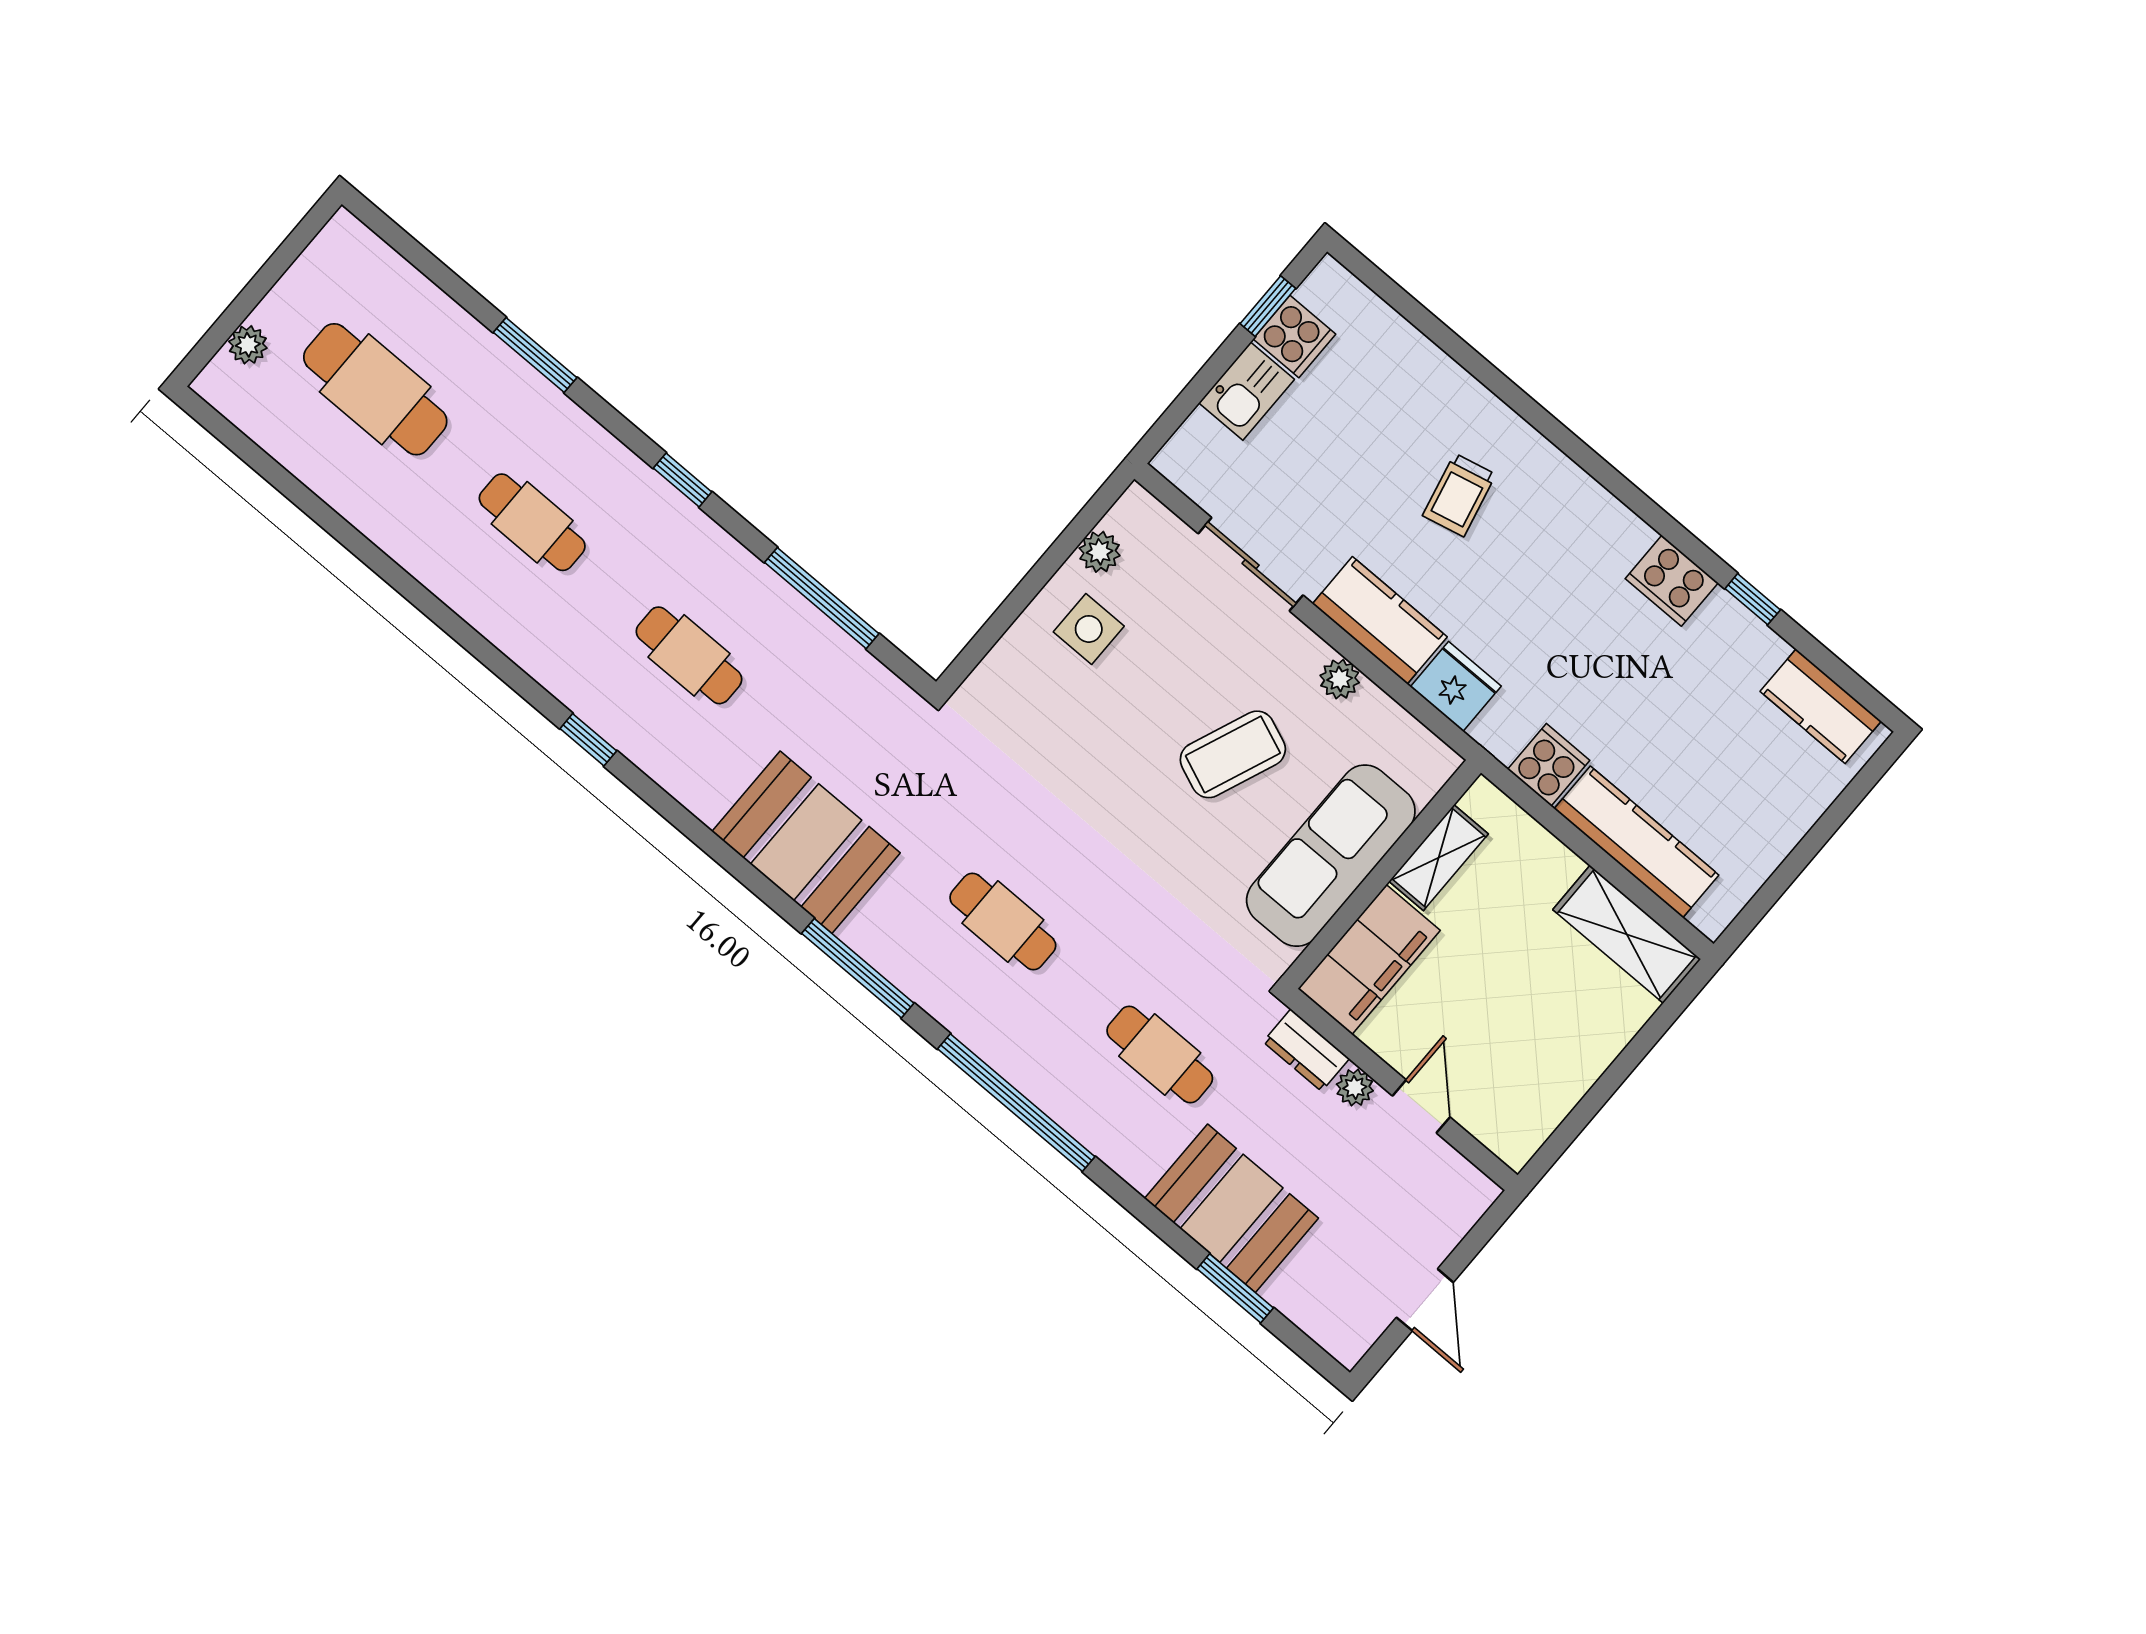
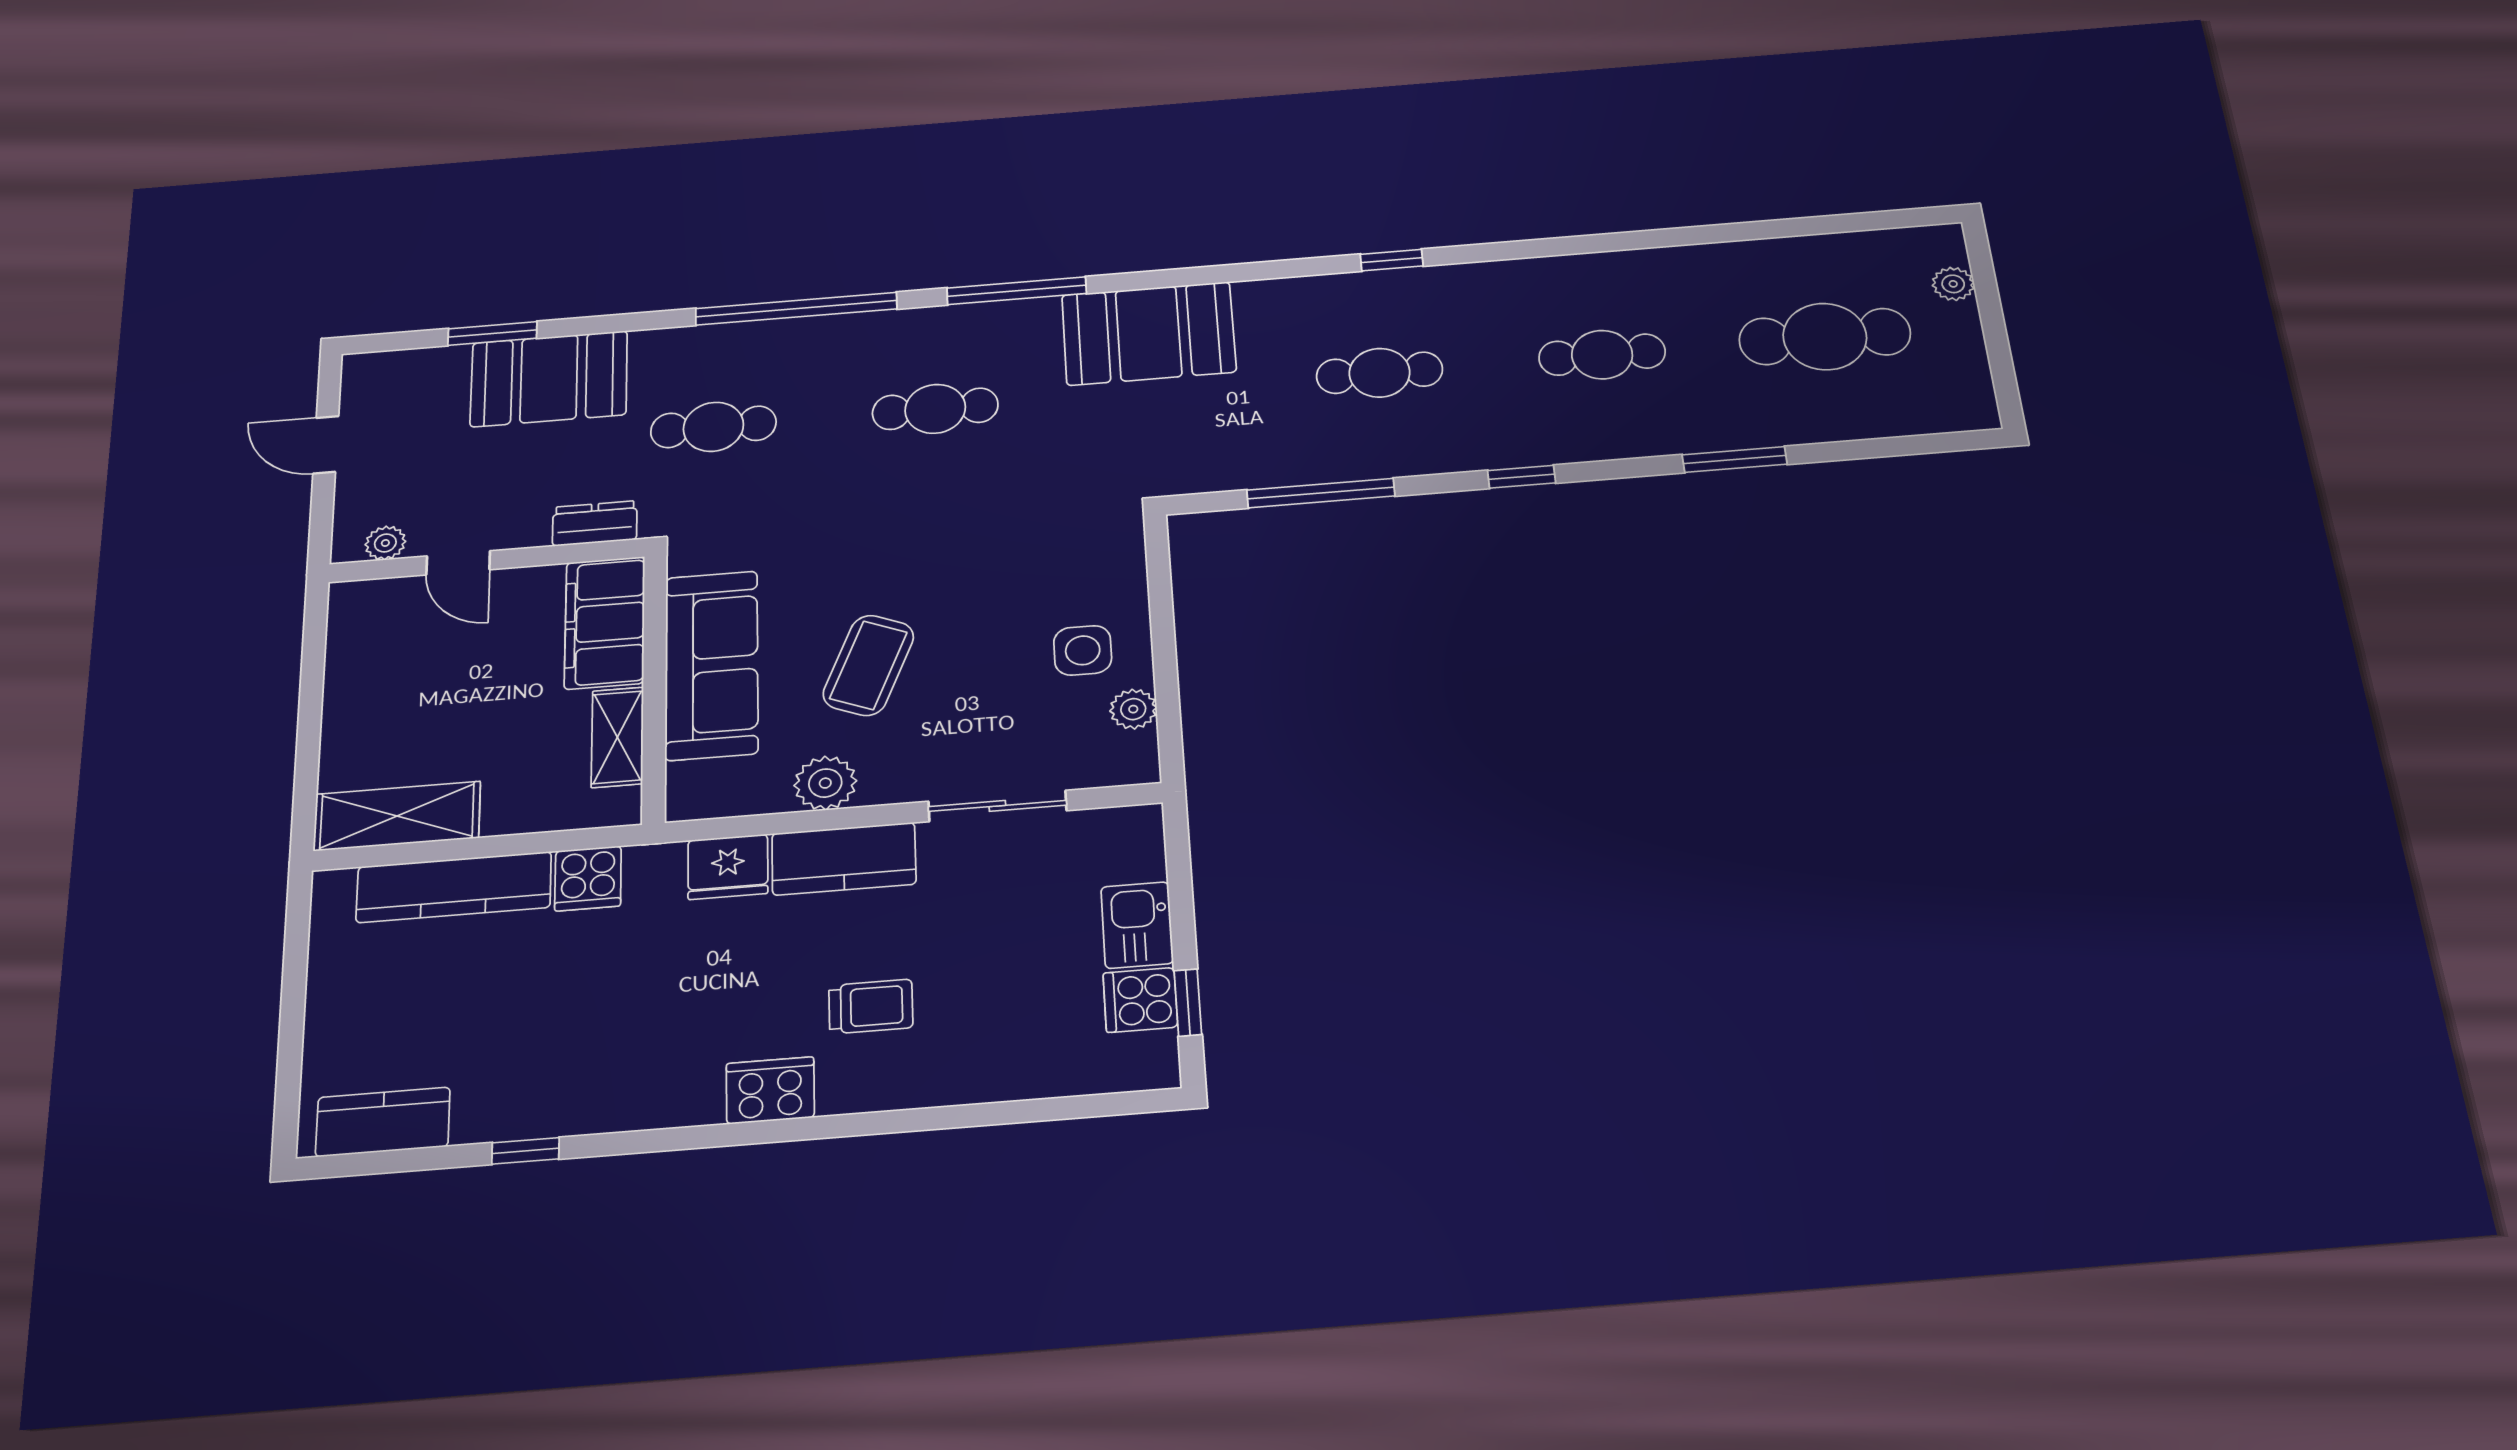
trolley: (1459, 495) -> (871, 1007), turned 103
cooker: (1672, 581) -> (770, 1090), moved
plant: (1340, 679) -> (825, 783), width x1.38, depth x1.38
plant: (1355, 1088) -> (385, 543), moved

